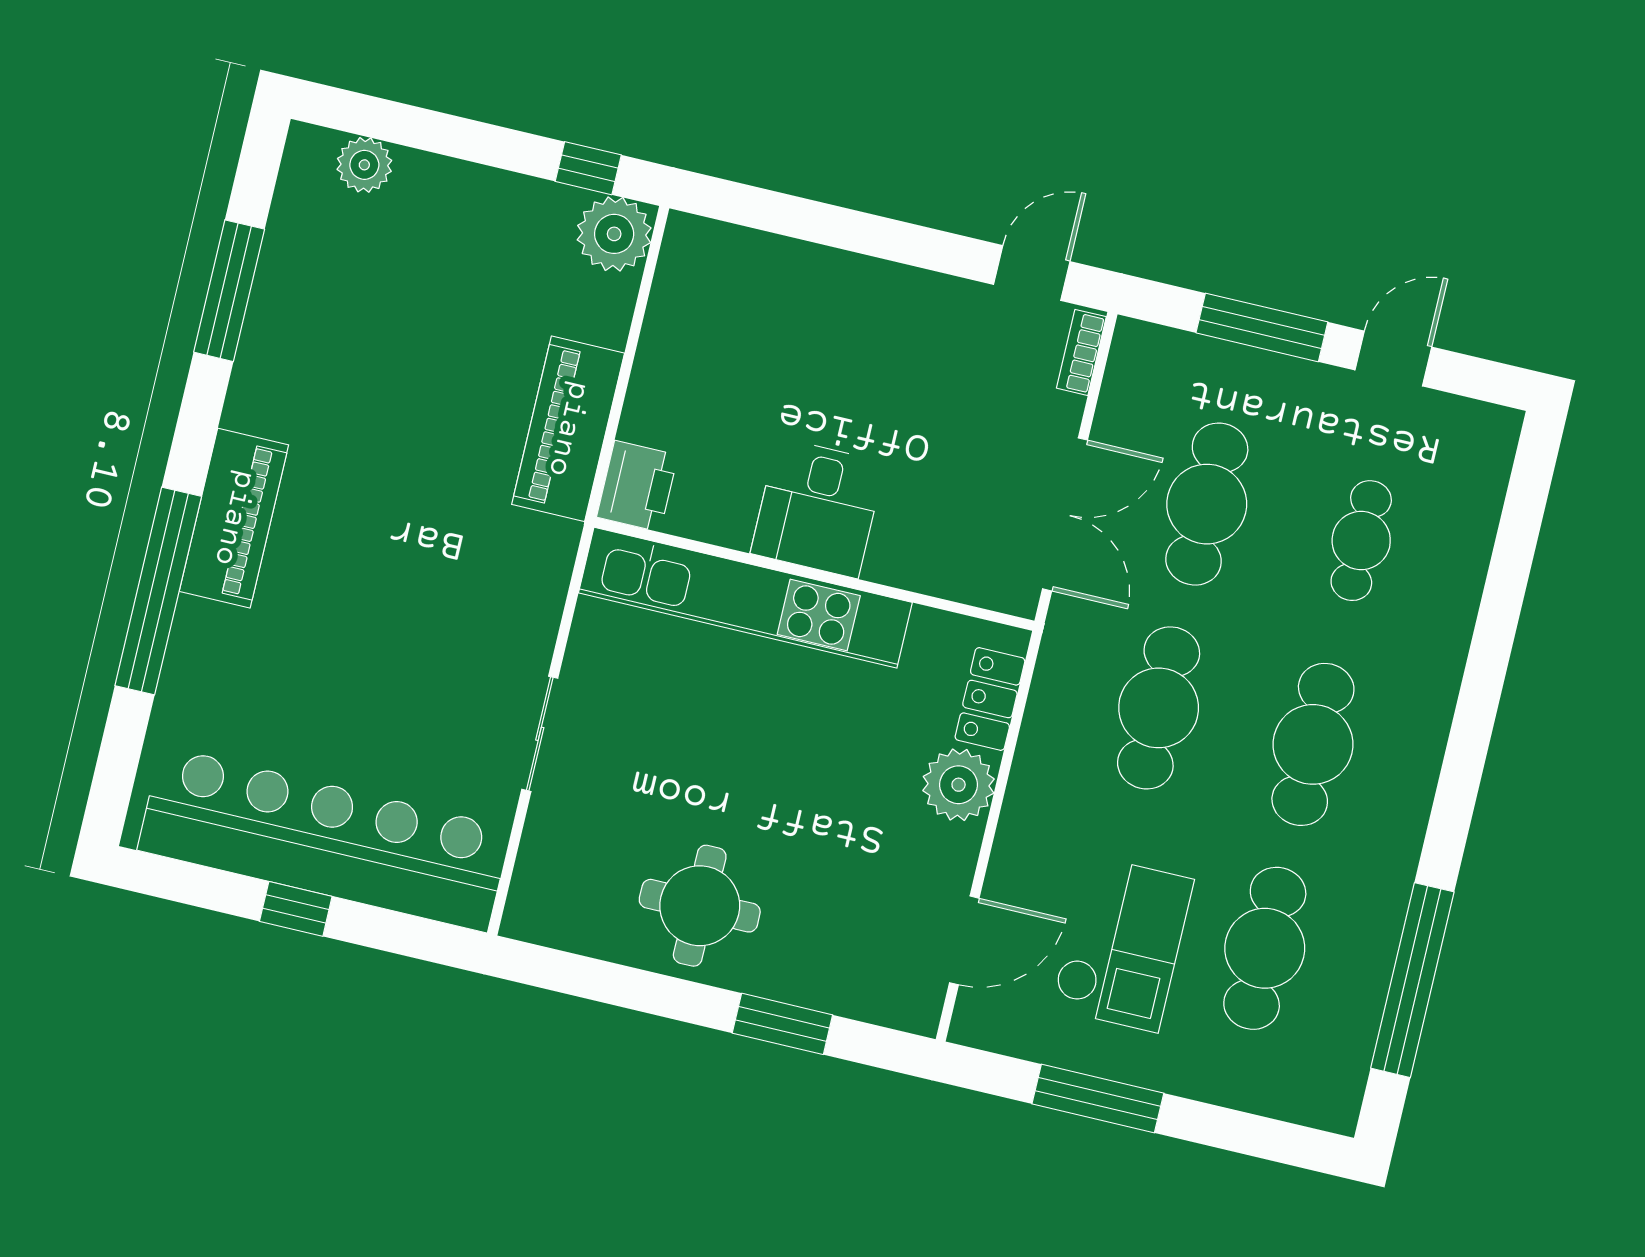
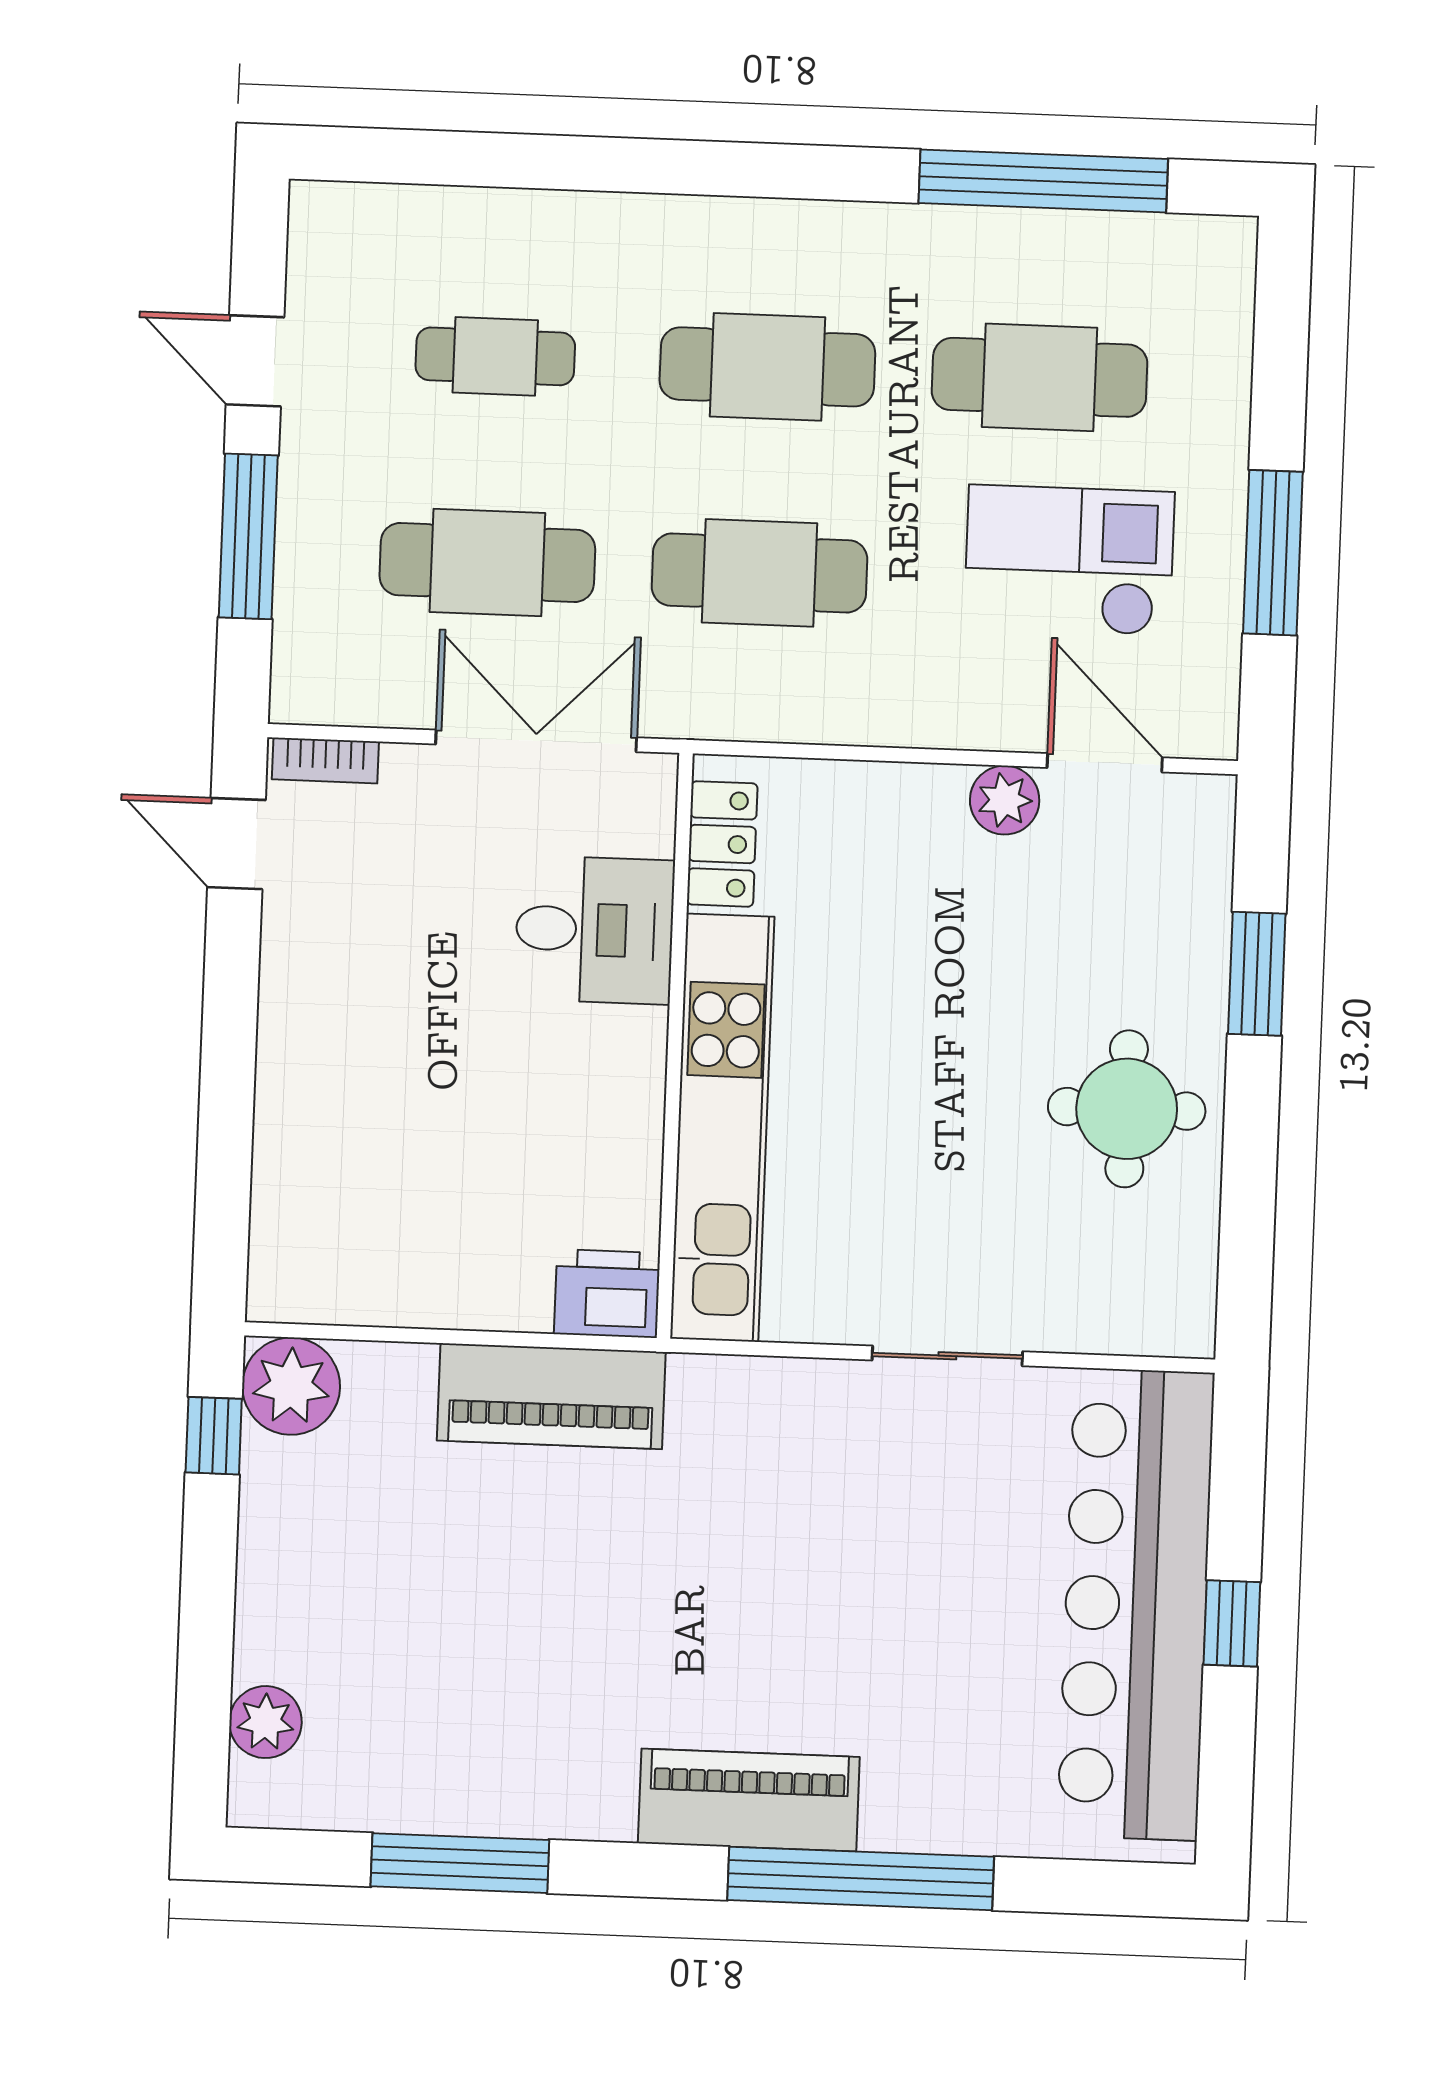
desk: (818, 508) -> (595, 930), moved
locker: (990, 699) -> (722, 844), moved, turned -90
plant: (959, 785) -> (1005, 800), moved, width x0.73, depth x0.73

